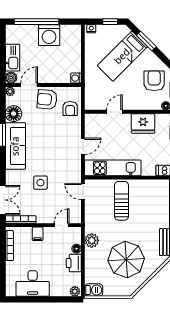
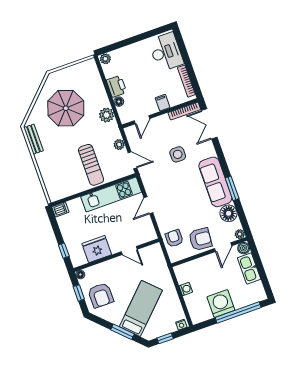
washing machine: (76, 78) -> (186, 289), moved
door: (114, 112) -> (129, 250), hinge flipped
plant: (90, 210) -> (119, 145), added
desk: (33, 283) -> (166, 52), moved, turned 90
barbecue: (94, 290) -> (87, 67), removed

